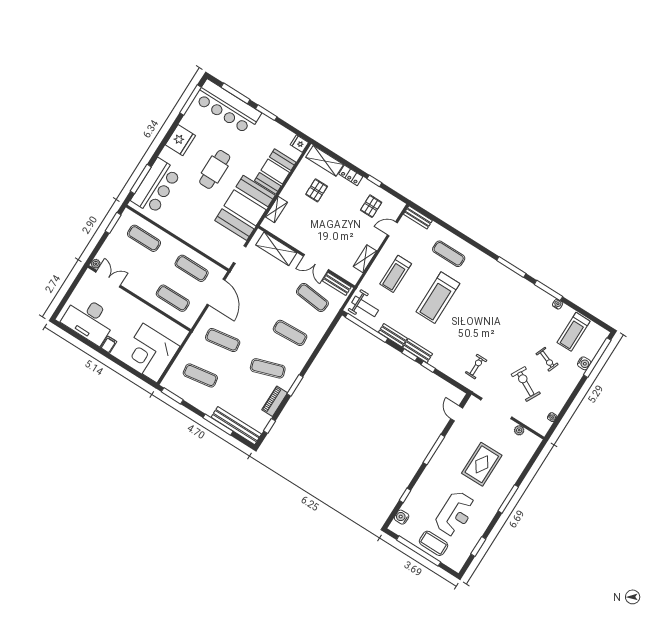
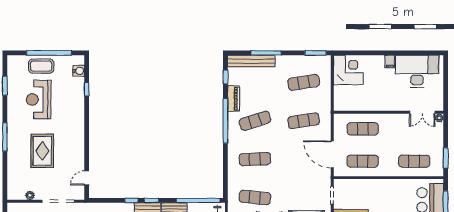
corner desk: (150, 353) -> (348, 70), width x0.74, depth x0.74
window: (295, 385) -> (225, 121), width x2.11
door: (457, 413) -> (87, 178), swing flipped
window: (434, 450) -> (87, 139), removed

